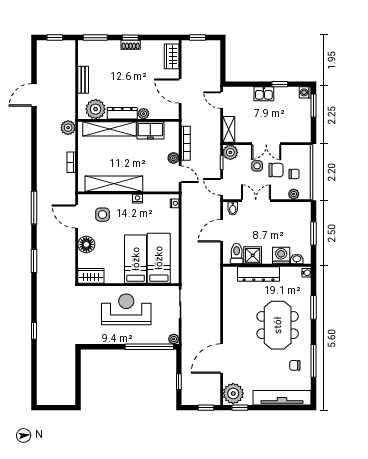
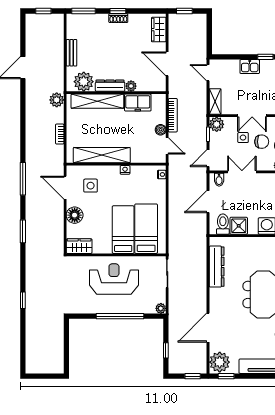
door: (222, 187) -> (208, 158), hinge flipped
dresser: (259, 274) -> (217, 267), moved, turned -90
window: (149, 347) -> (120, 316), moved

